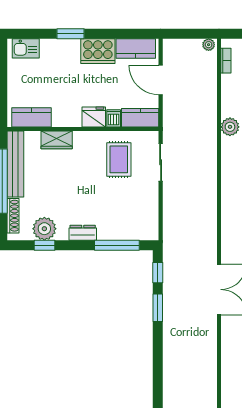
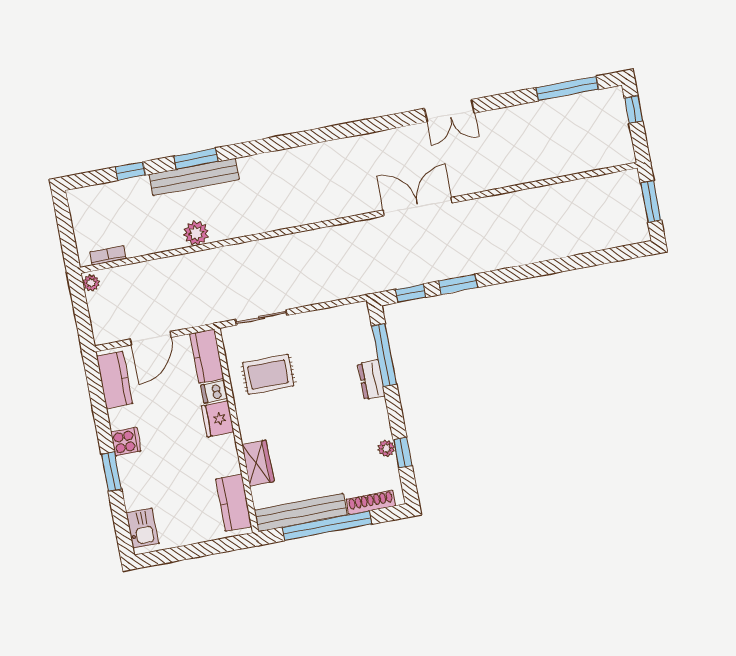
cooker: (98, 51) -> (126, 442), width x0.53, depth x0.76
plant: (44, 229) -> (386, 448), width x0.53, depth x0.53
dresser: (83, 233) -> (371, 380), moved

